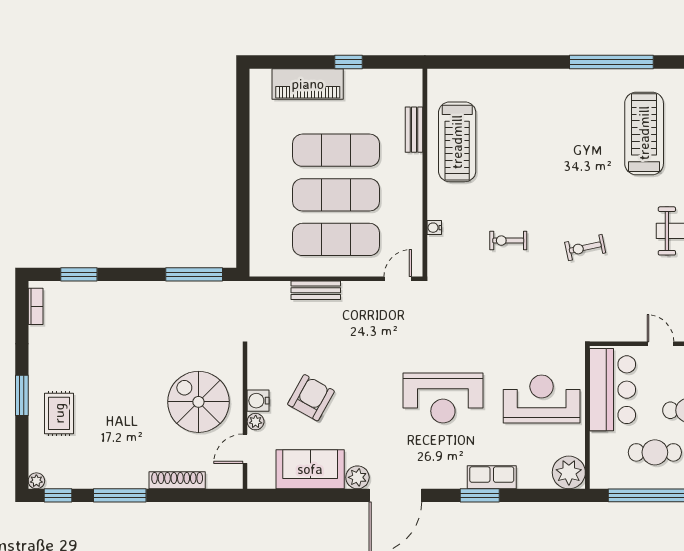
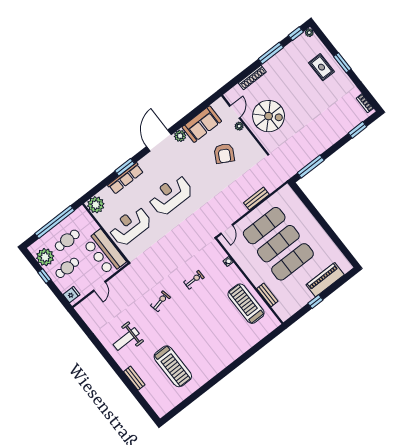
window: (611, 62) -> (209, 385), removed
door: (660, 344) -> (99, 286), hinge flipped
reception desk: (542, 399) -> (130, 226), turned 180
water cooler: (258, 401) -> (245, 135), removed
row of seats: (492, 477) -> (126, 178), width x1.48

